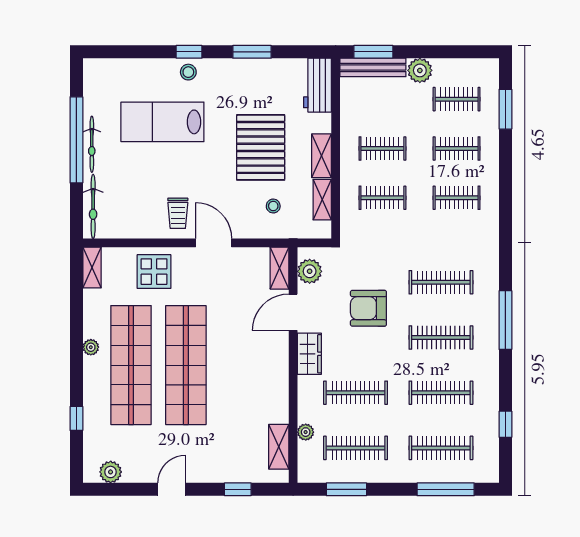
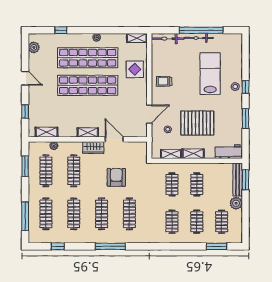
door: (214, 243) -> (149, 114), moved
shelving: (279, 268) -> (88, 133), moved
plant: (310, 271) -> (135, 148), removed

